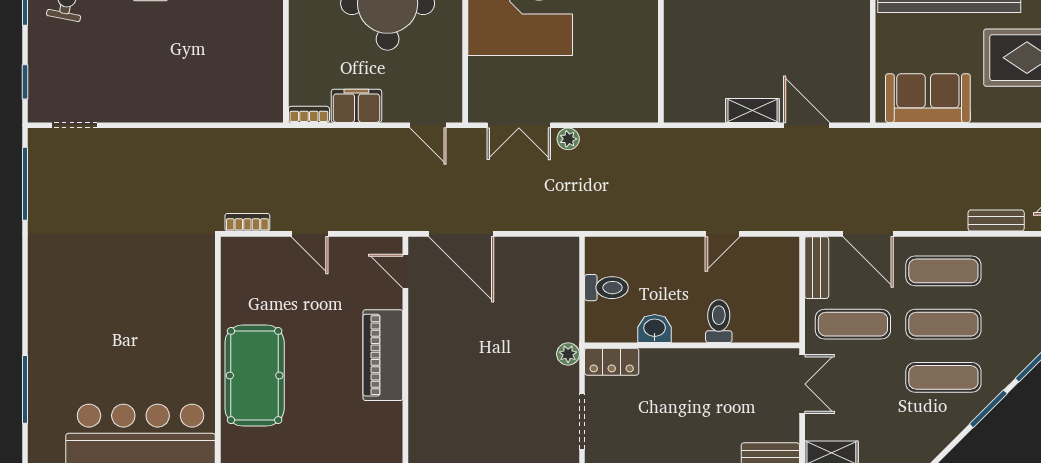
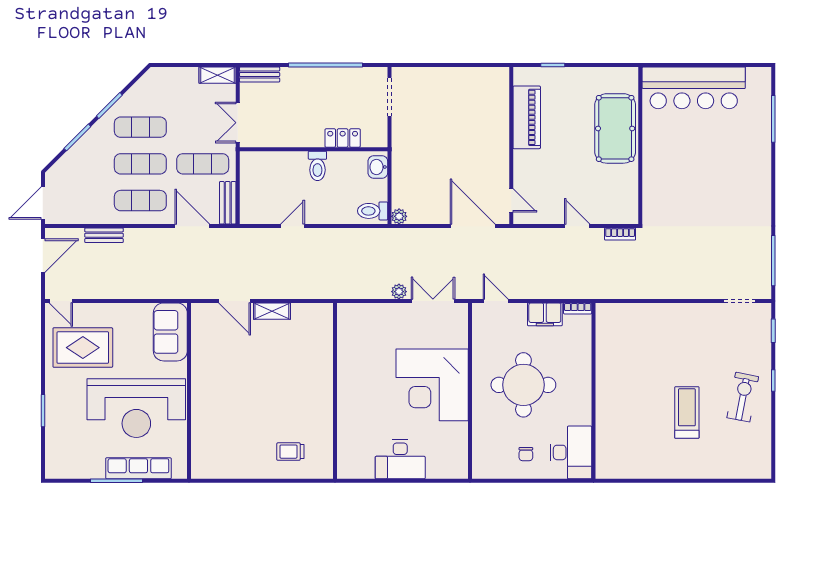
sofa: (928, 98) -> (170, 332), moved, turned 90
toilet: (606, 288) -> (373, 211), moved
toilet: (719, 321) -> (317, 166), moved
washbasin: (655, 329) -> (378, 167), moved, turned 90
plant: (568, 354) -> (399, 216), moved
piano: (383, 355) -> (527, 117), moved
locker: (612, 362) -> (343, 138), moved

